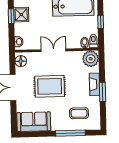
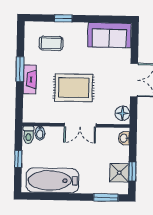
plant: (91, 59) -> (33, 112), removed
rug: (50, 86) -> (74, 88), moved
window: (70, 133) -> (63, 18), width x0.46

